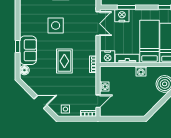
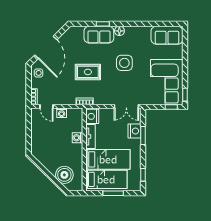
floor lamp: (24, 70) -> (119, 31), moved
washing machine: (141, 71) -> (77, 138), moved
door: (41, 102) -> (46, 47), width x1.88

